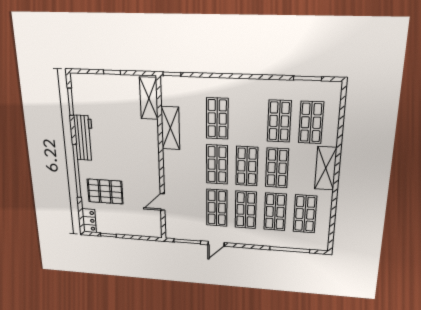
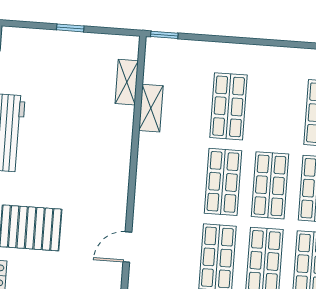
shelving: (149, 98) -> (127, 82), width x0.67, depth x0.75
shelving: (170, 128) -> (151, 108), width x0.67, depth x0.75

